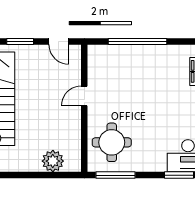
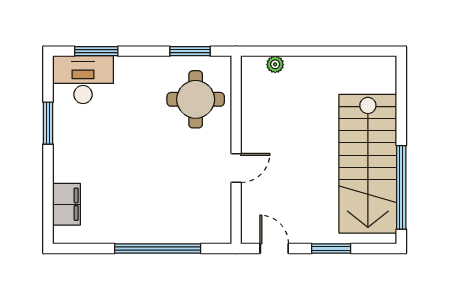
plant: (53, 161) -> (275, 64), width x0.53, depth x0.53
window: (115, 175) -> (190, 51), width x0.69

